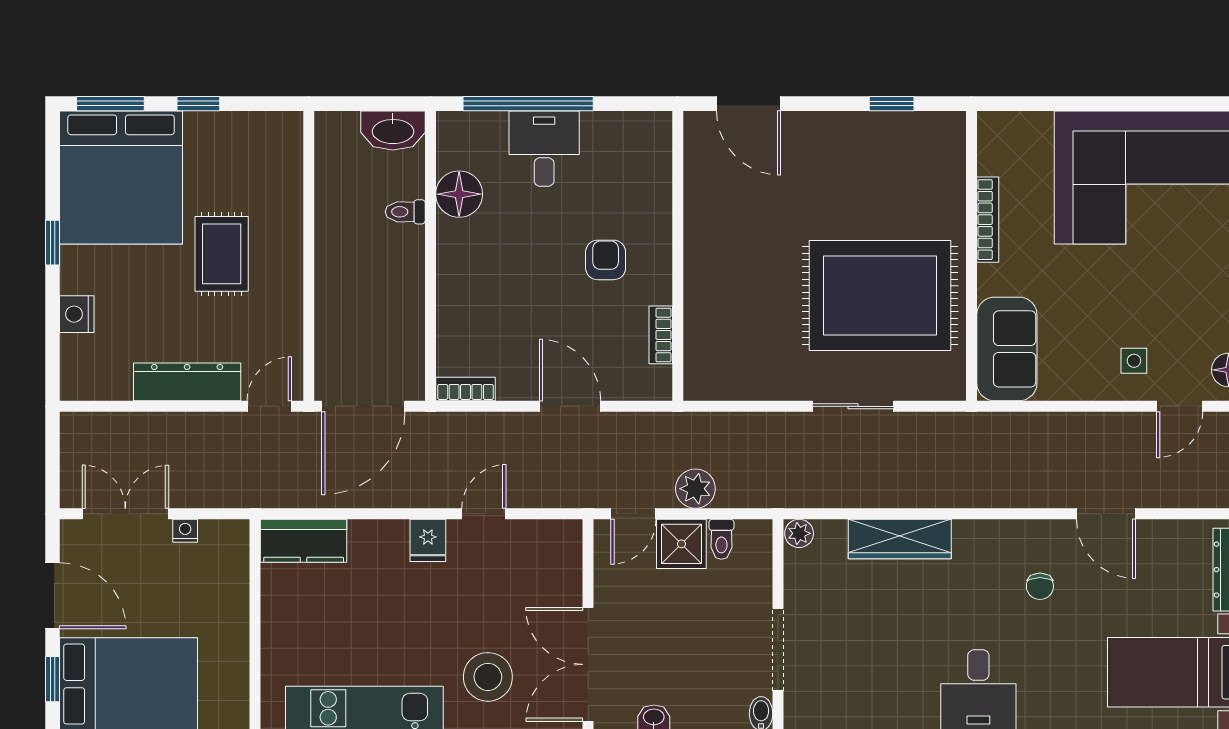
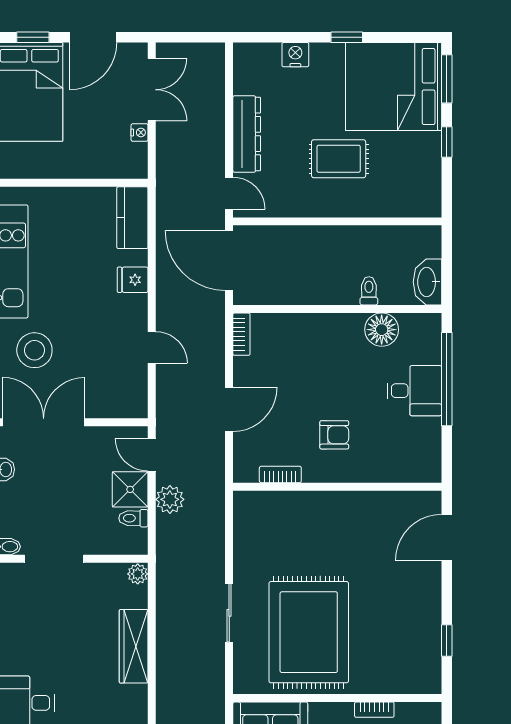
bookcase: (988, 220) -> (374, 710), width x0.64
fridge: (428, 540) -> (133, 280), moved

